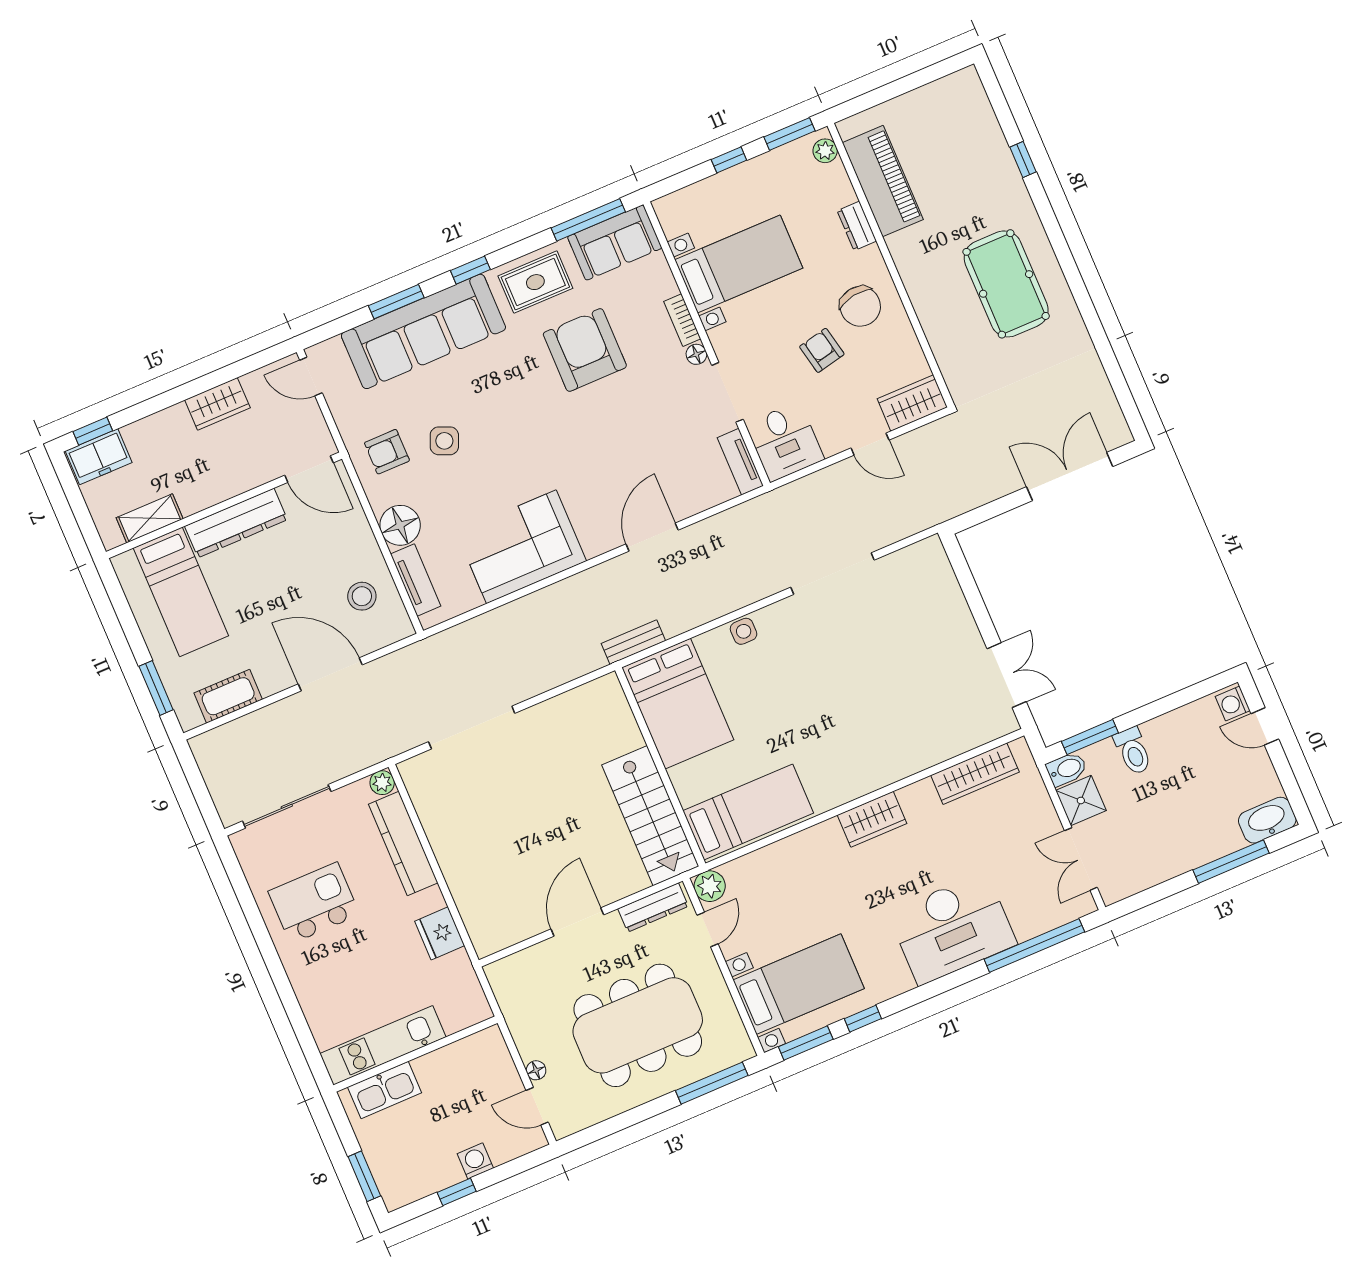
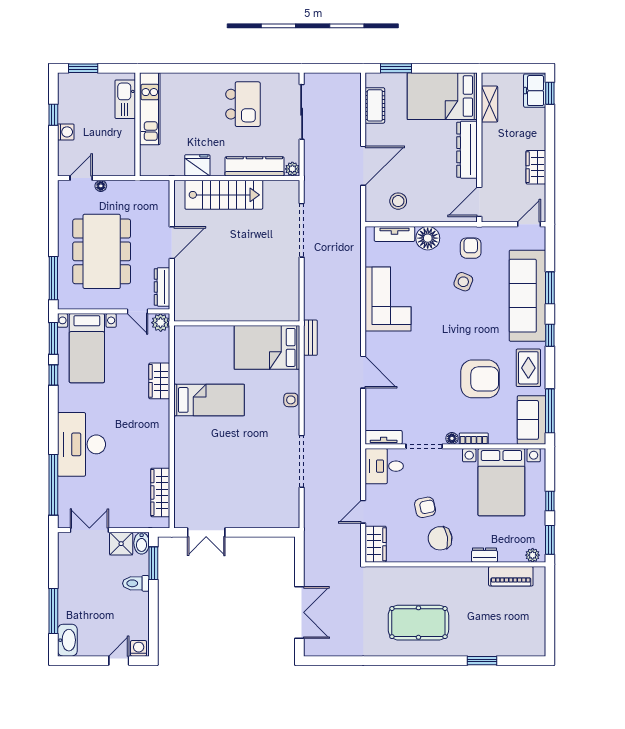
window: (1023, 159) -> (482, 661), width x1.50
piano: (883, 181) -> (511, 576), width x0.73, depth x0.75
bed with nightstands: (739, 264) -> (501, 482), width x1.36
bed: (181, 592) -> (442, 96), width x1.50
bed: (748, 812) -> (209, 400), moved, turned -90
stairs: (650, 816) -> (224, 195), moved, turned 180
wardrobe: (872, 819) -> (159, 381), moved
door: (577, 922) -> (172, 243), hinge flipped

